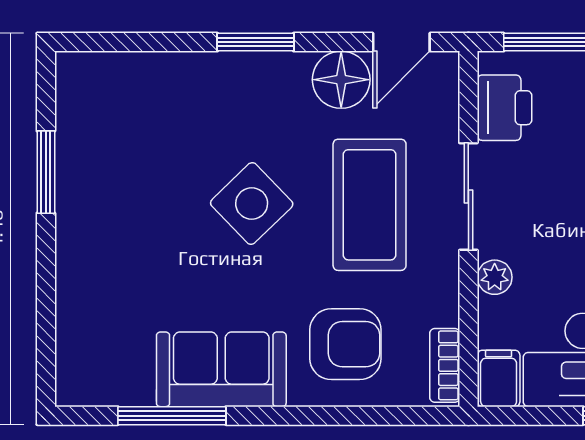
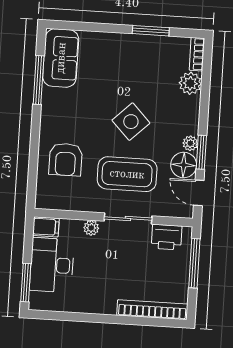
window: (255, 42) -> (201, 152), moved
plant: (292, 68) -> (190, 143), added
plant: (158, 76) -> (190, 83), added
bookcase: (445, 365) -> (197, 54), moved, turned -90
sofa: (221, 369) -> (61, 58), moved

